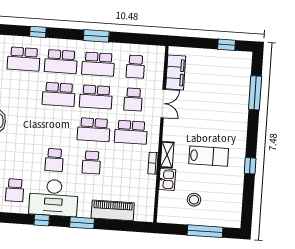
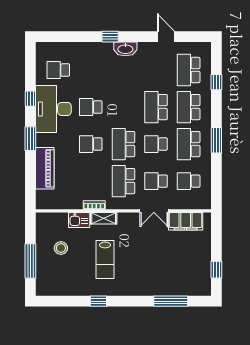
school desk: (96, 97) -> (156, 144), width x0.54

